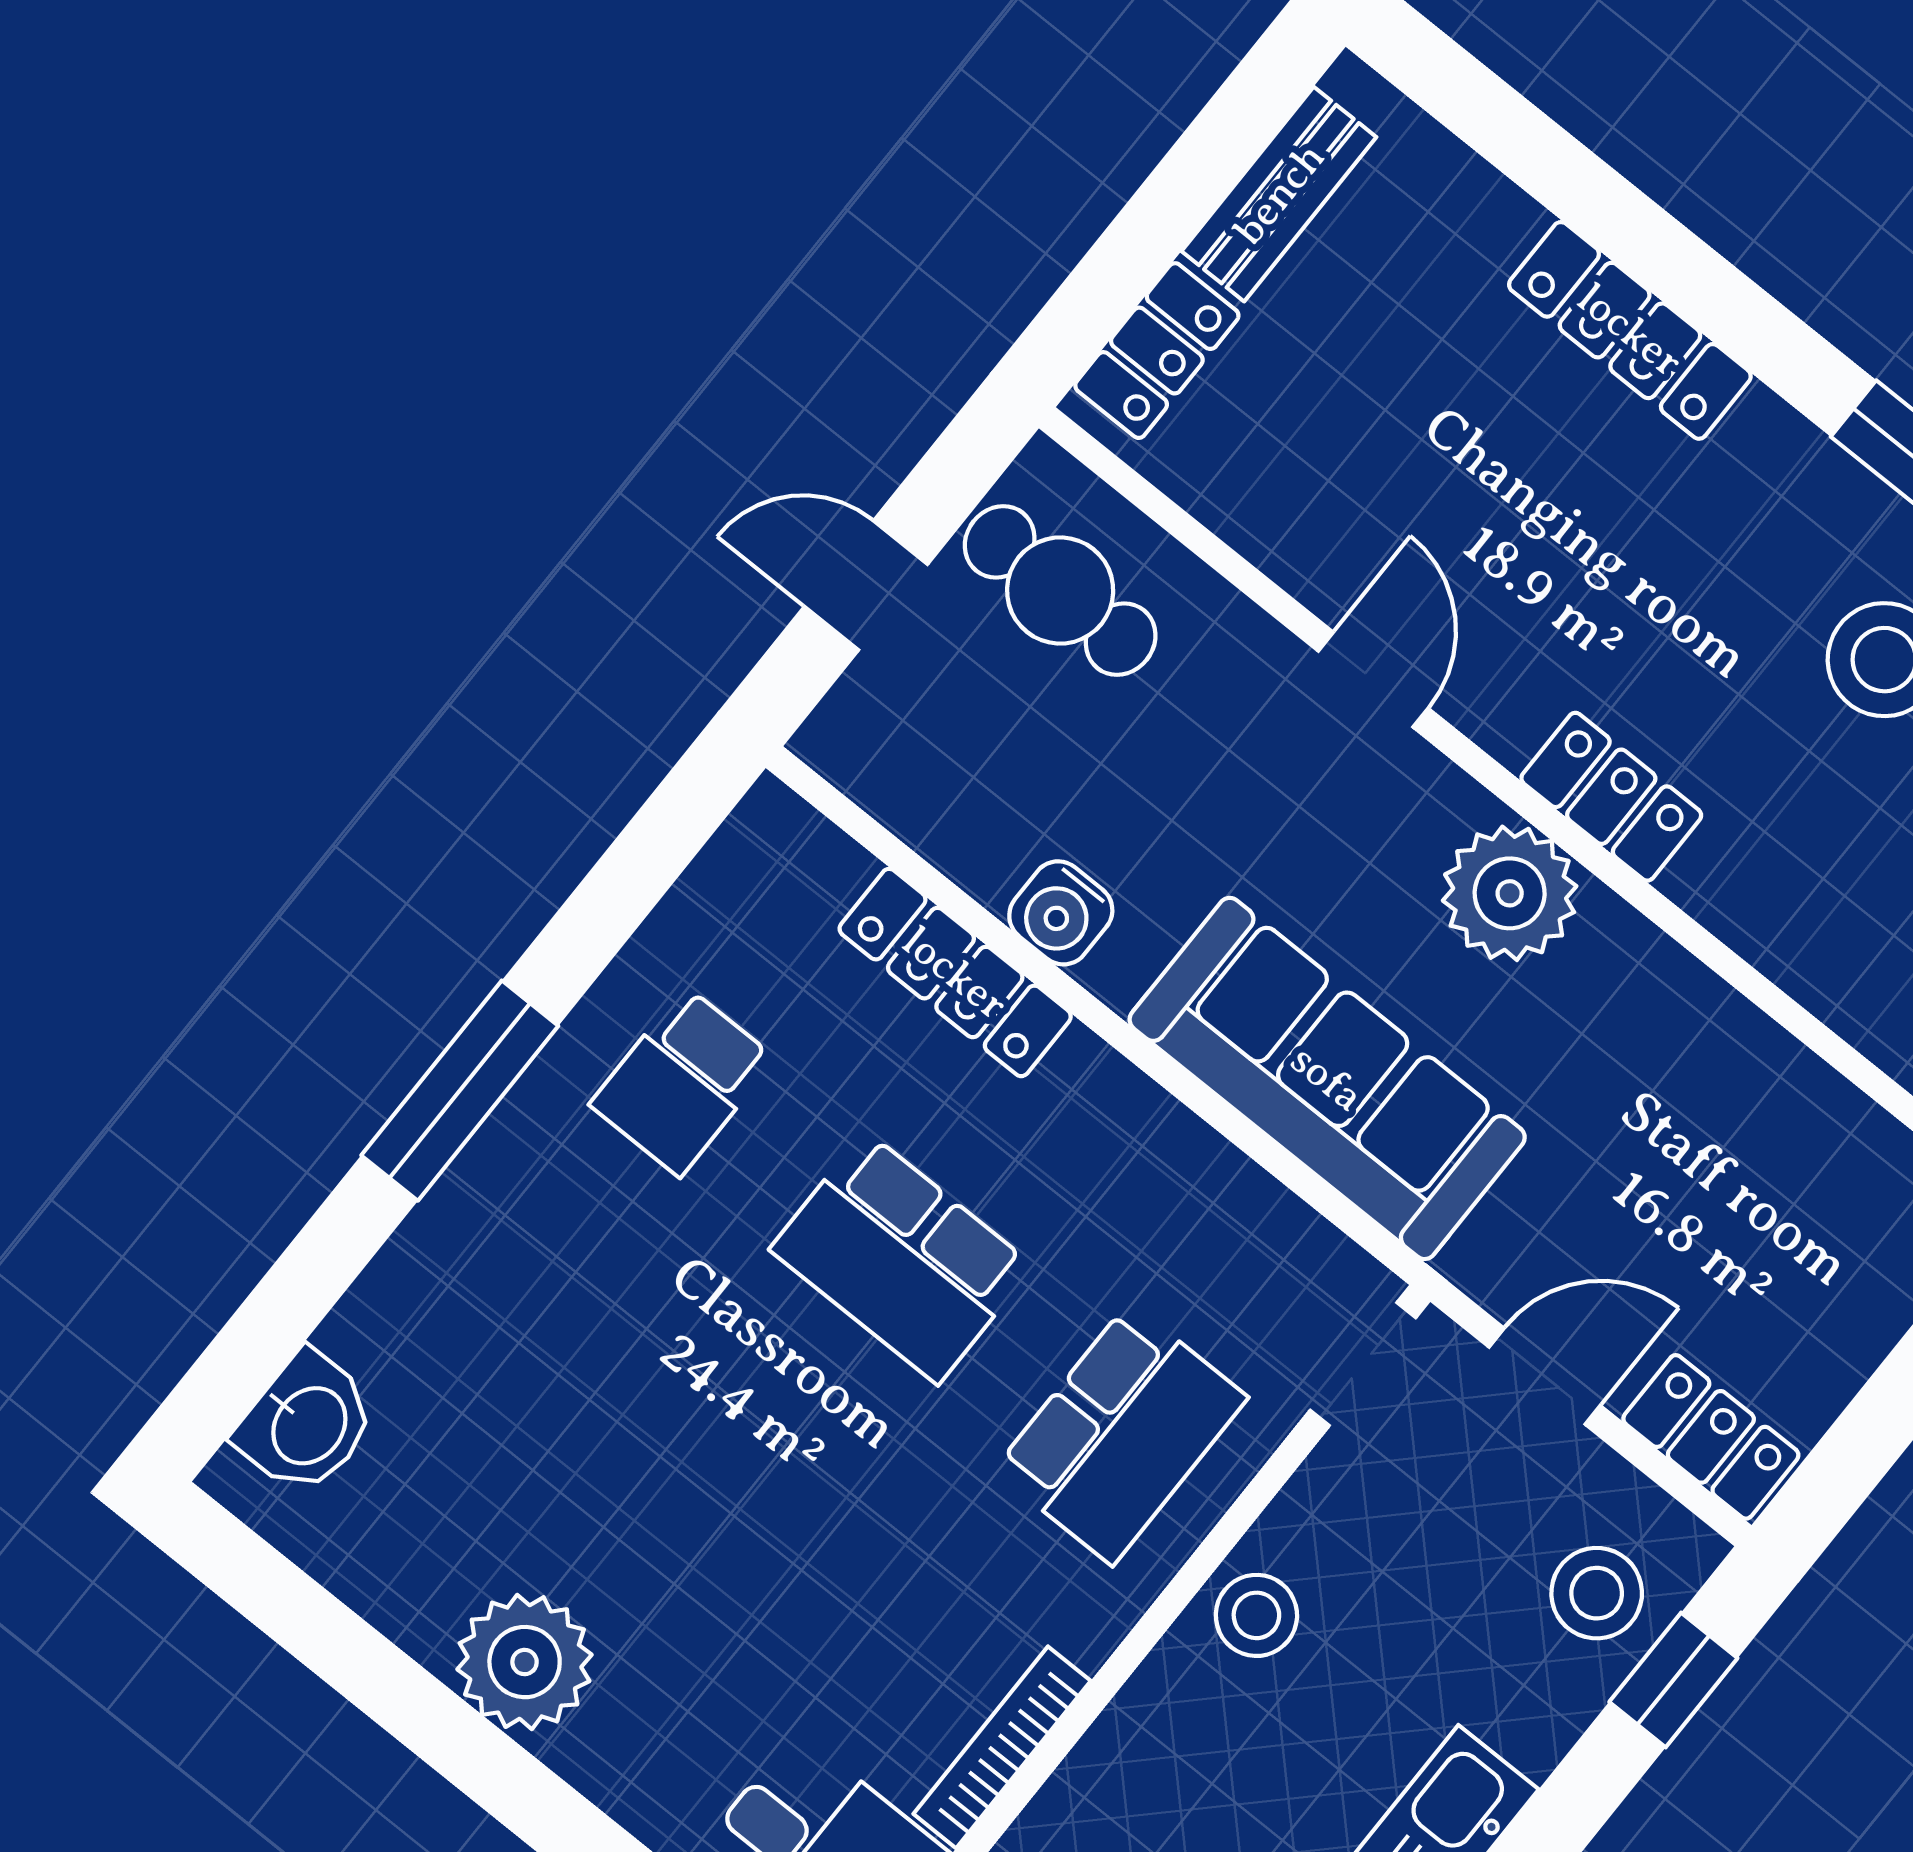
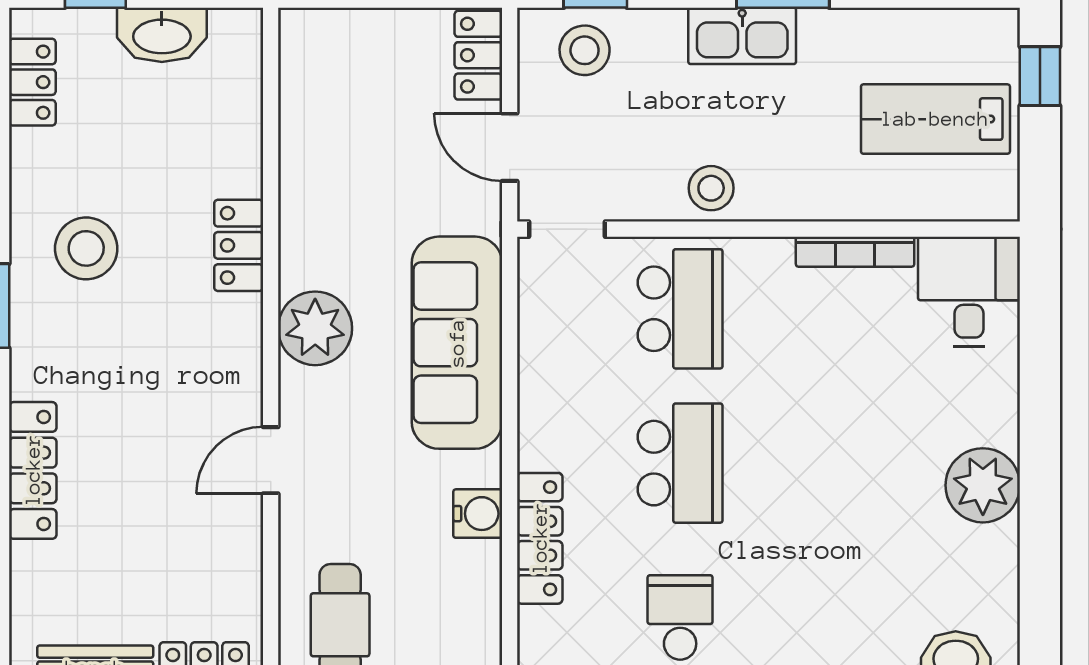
locker: (1611, 797) -> (239, 245), moved
school desk: (683, 1082) -> (680, 617), turned -90
school desk: (1121, 1434) -> (680, 309), turned 90

